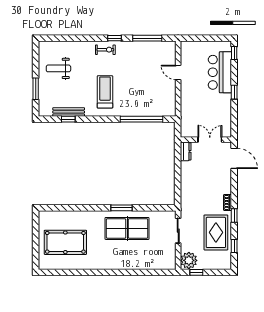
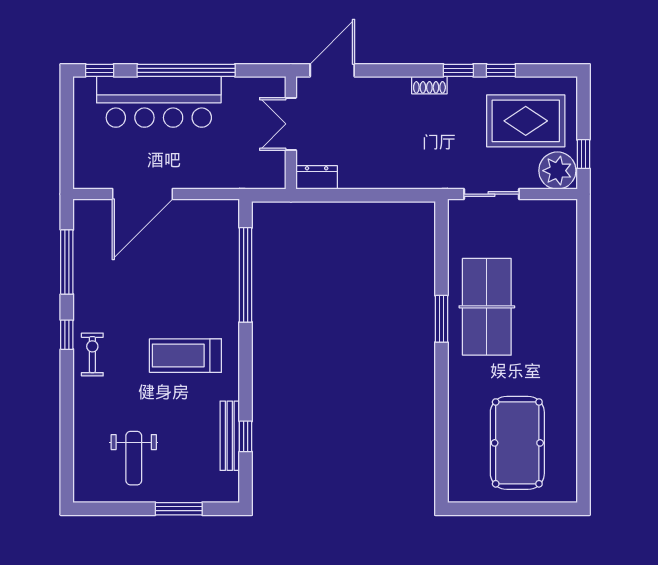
door: (178, 72) -> (142, 194), width x1.88
bar counter: (220, 72) -> (159, 102), width x1.36
window: (234, 92) -> (186, 70), width x3.17
rug: (216, 232) -> (526, 121), moved
window: (234, 246) -> (501, 70), moved

